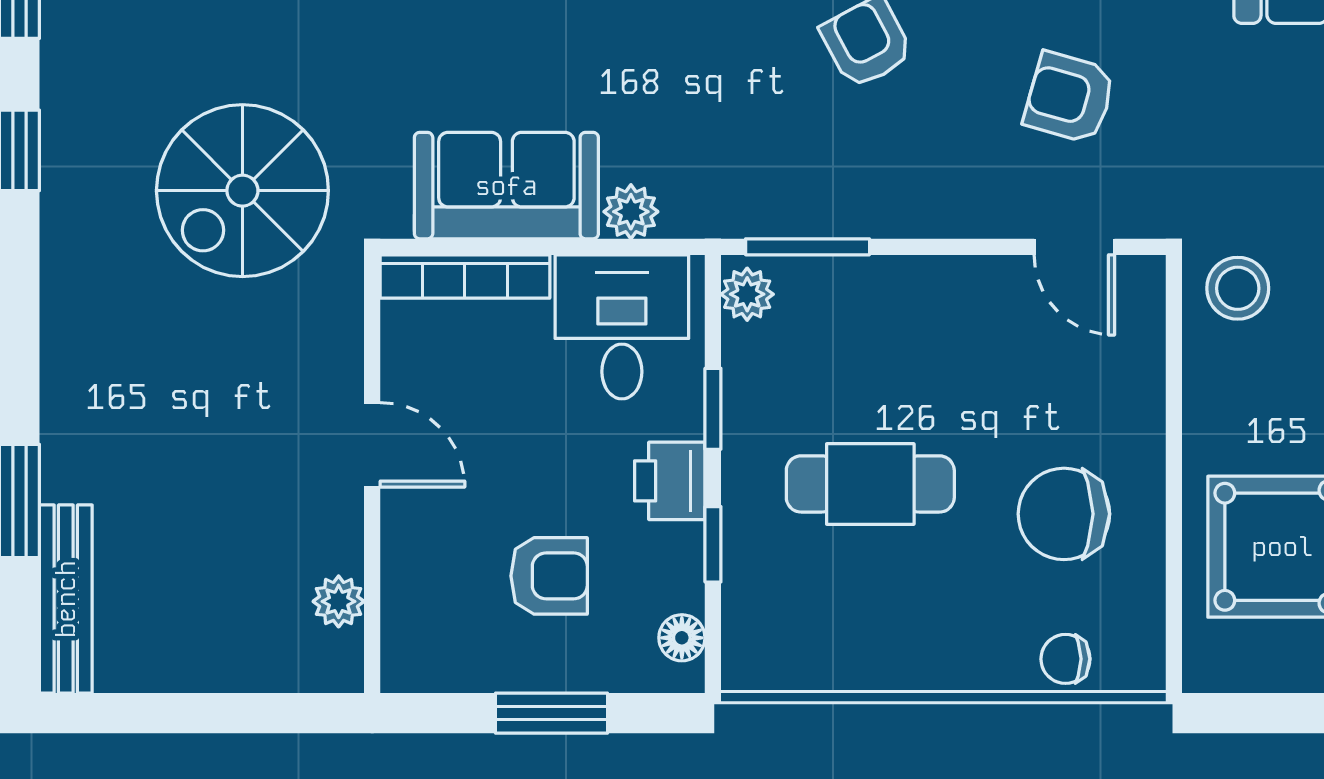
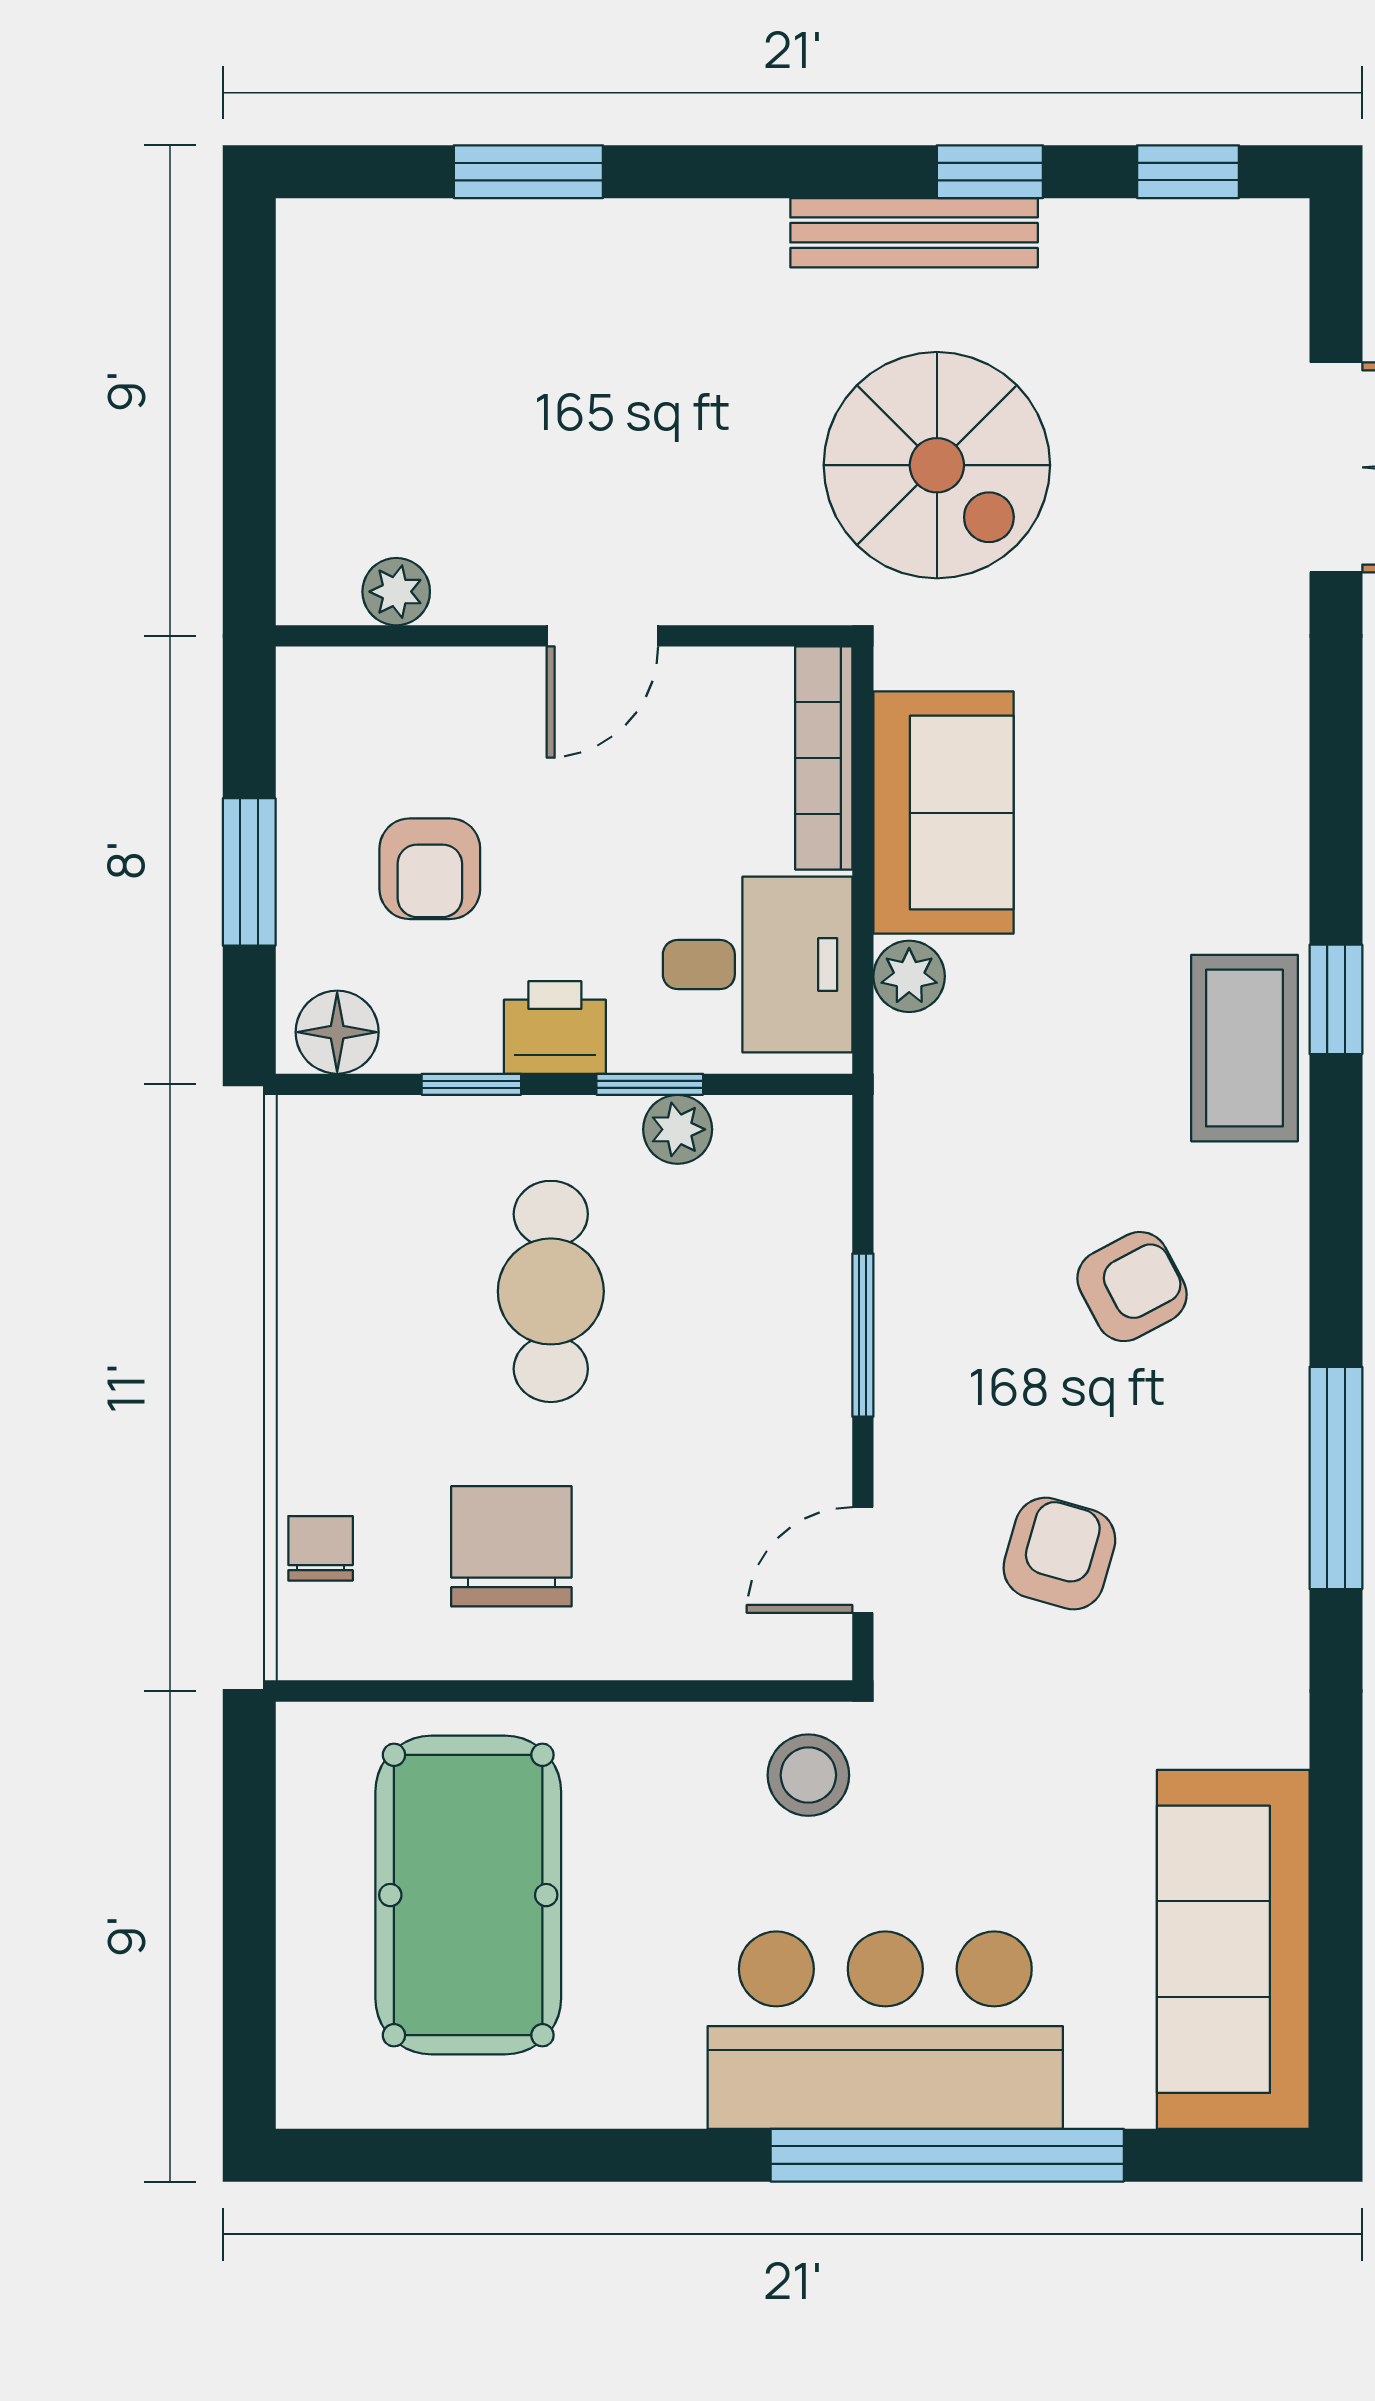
spiral stairs: (242, 191) -> (937, 465), turned 180
window: (808, 247) -> (863, 1335), moved
plant: (747, 294) -> (678, 1129), moved
bench: (66, 599) -> (914, 233), moved
floor lamp: (682, 638) -> (337, 1032), width x1.37, depth x1.37

